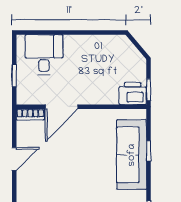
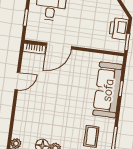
printer: (133, 93) -> (119, 29), moved, turned -90

